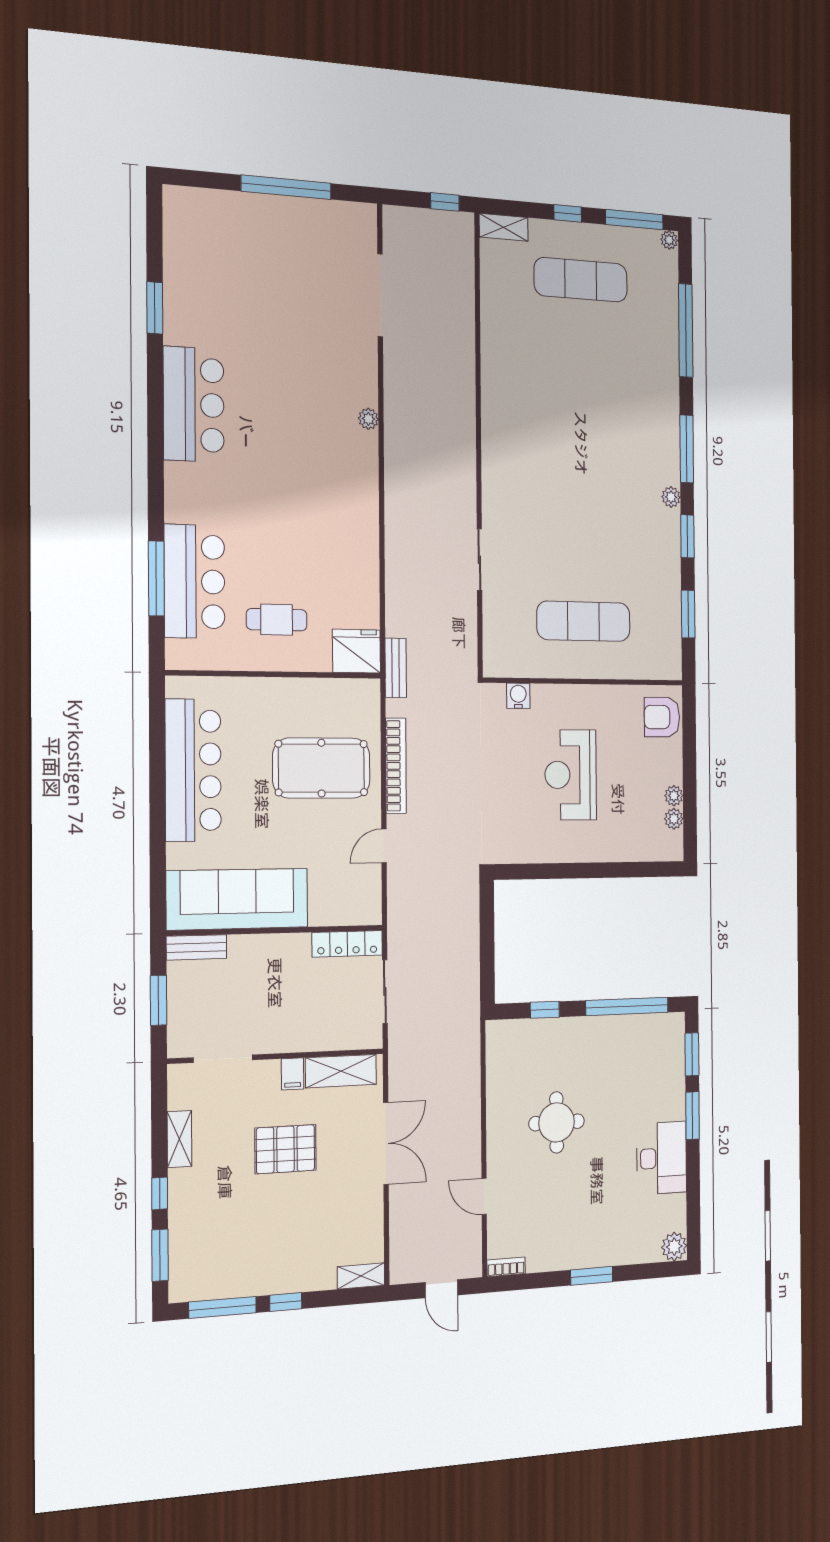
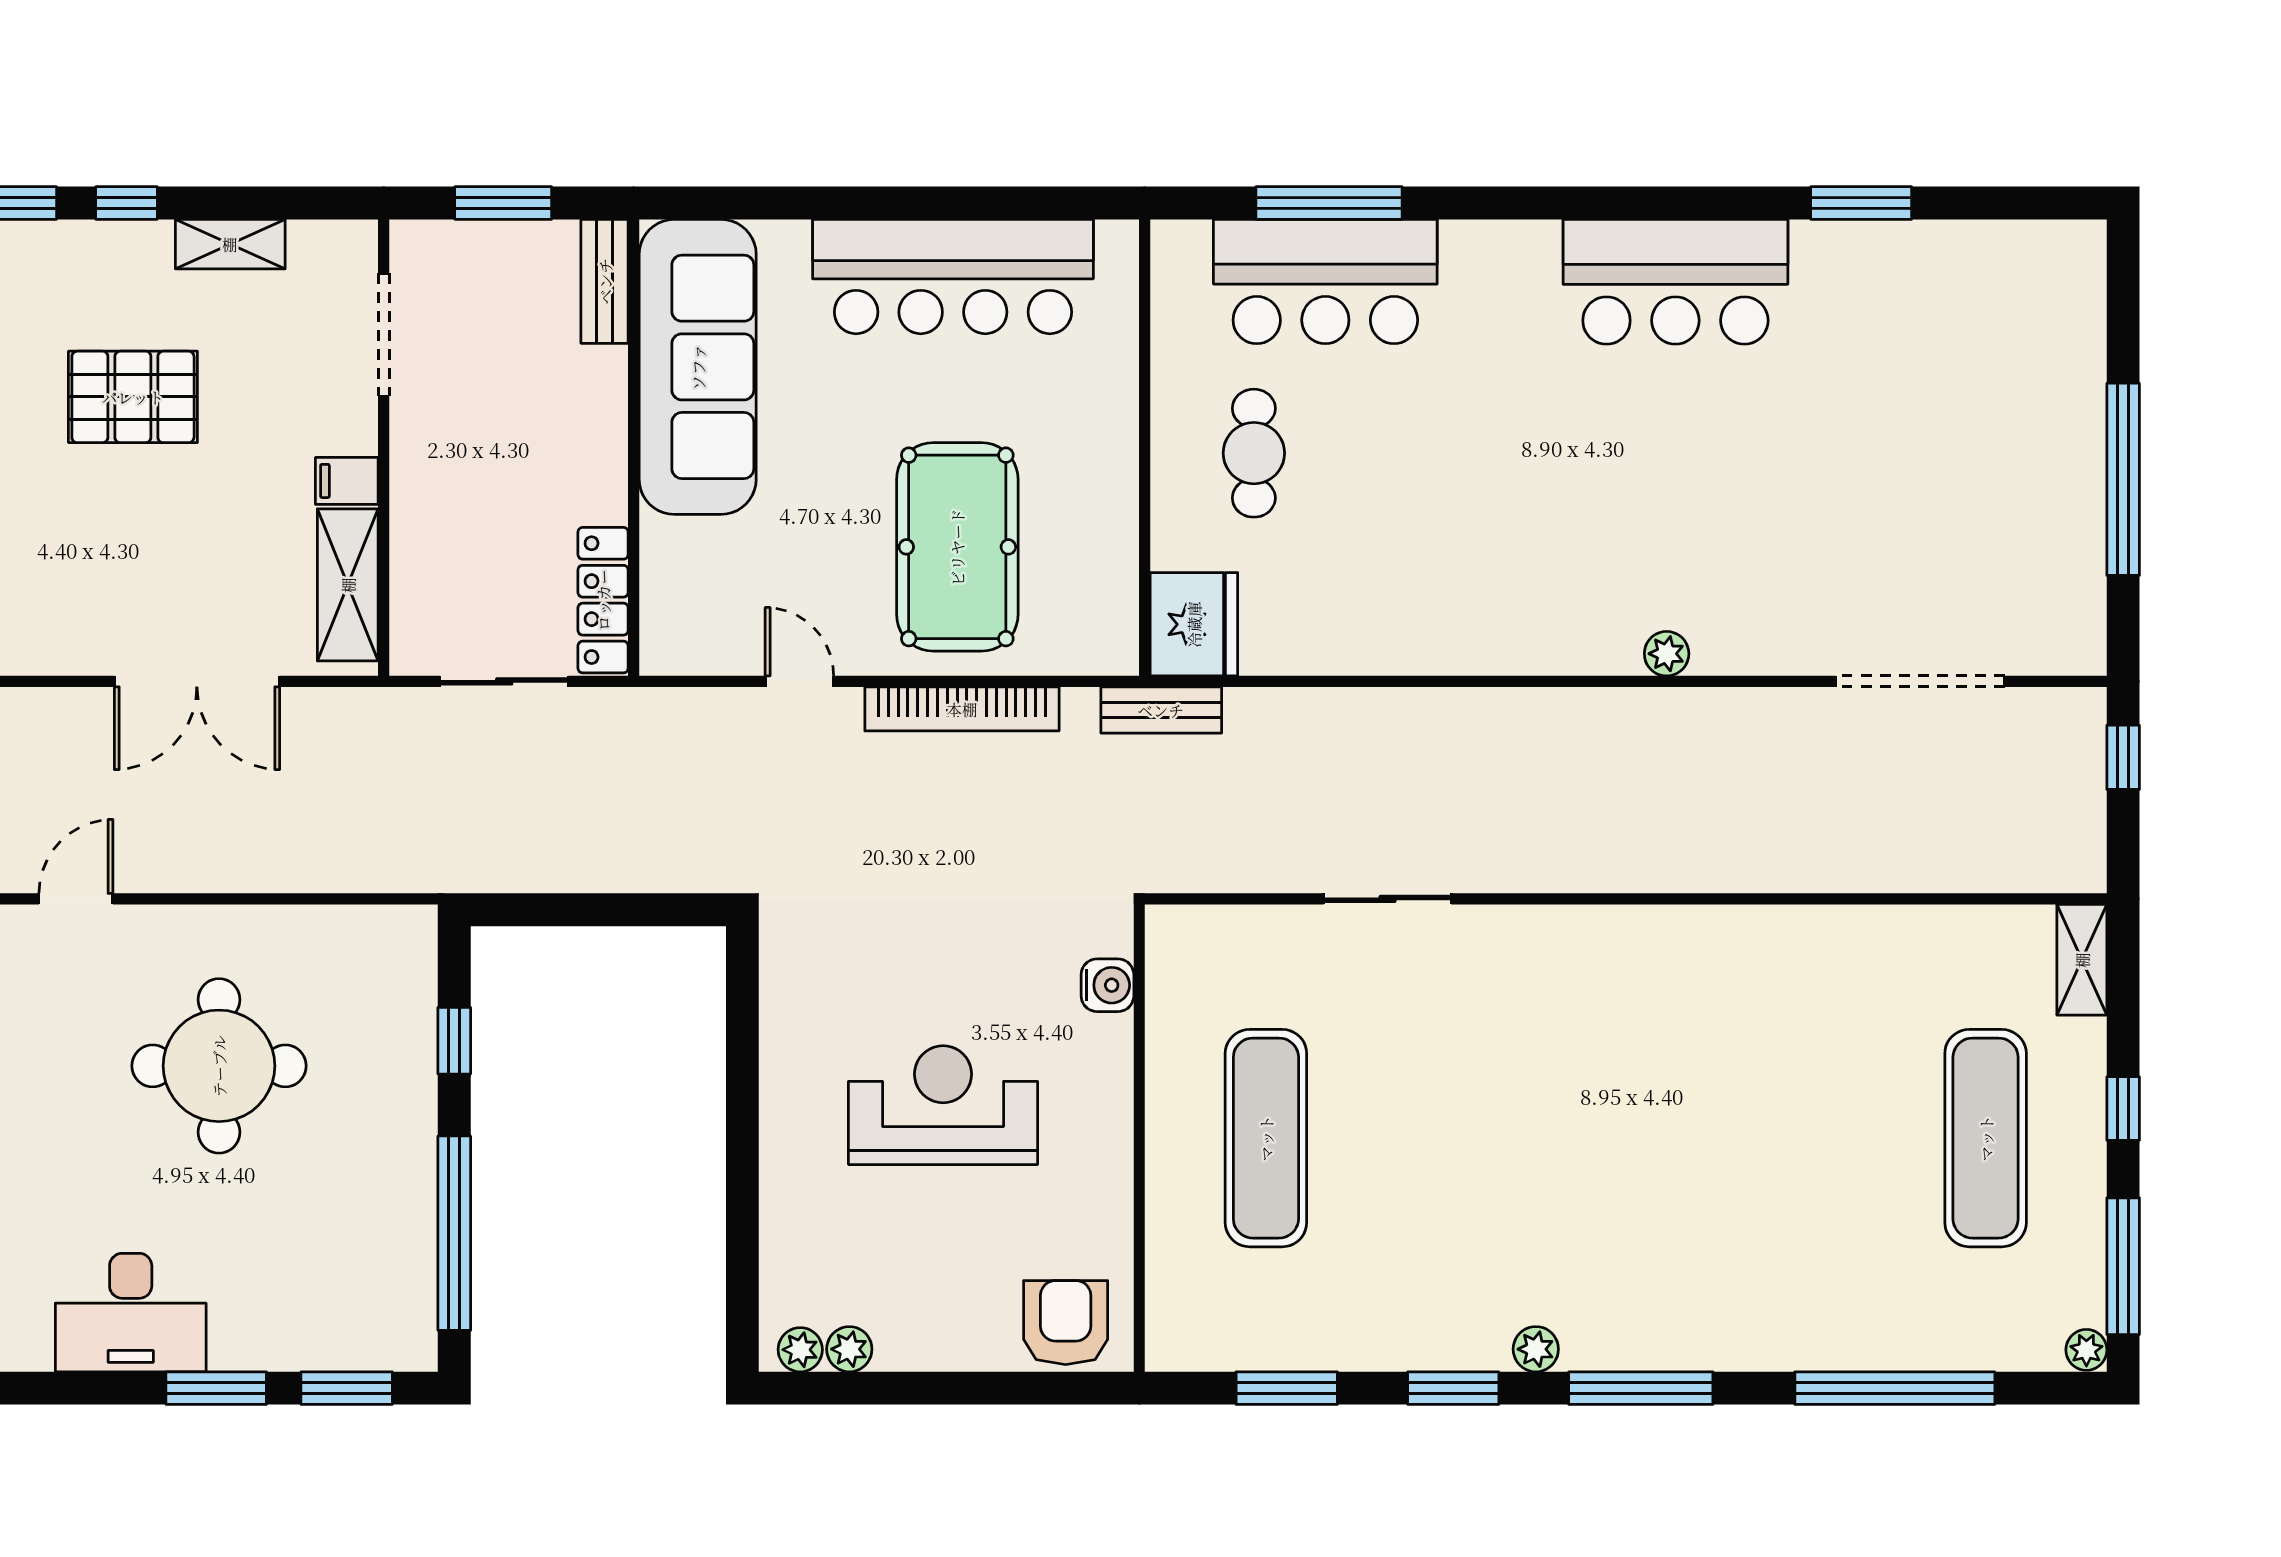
window: (445, 202) -> (2123, 757), moved
plant: (674, 796) -> (800, 1350), moved
round table: (557, 1122) -> (219, 1066), width x1.36, depth x1.36
pallet: (285, 1149) -> (133, 397), moved, turned 90

